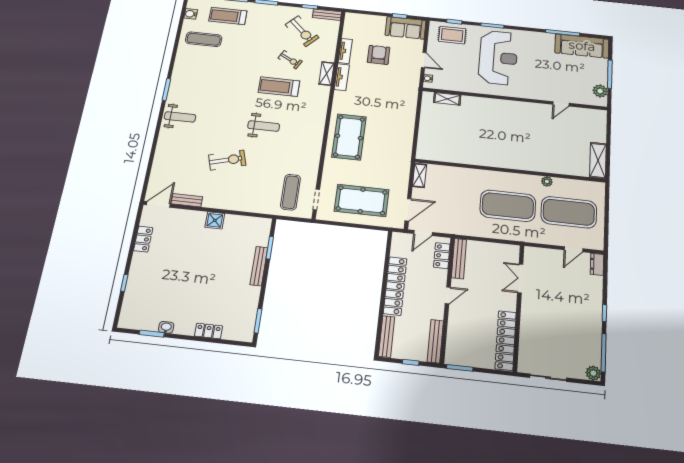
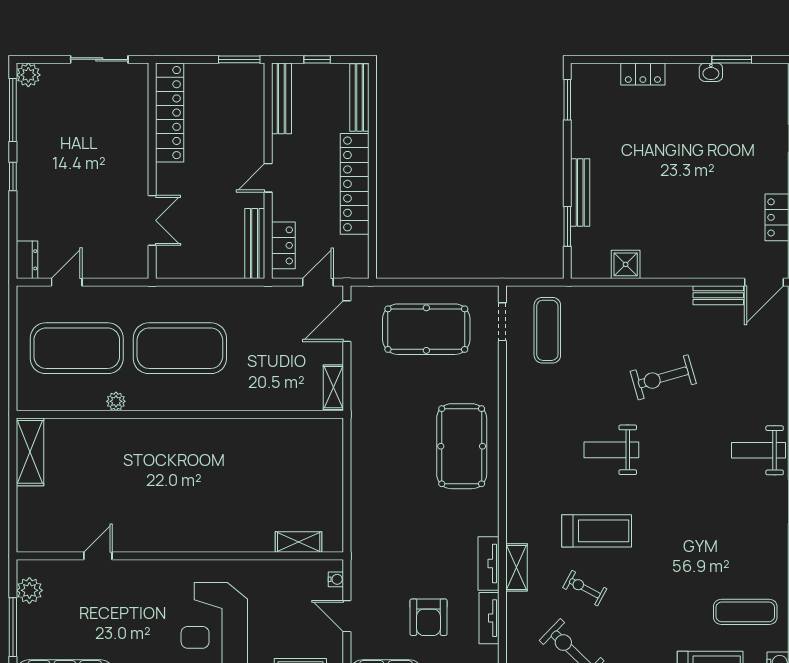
shower: (215, 220) -> (626, 264), moved

